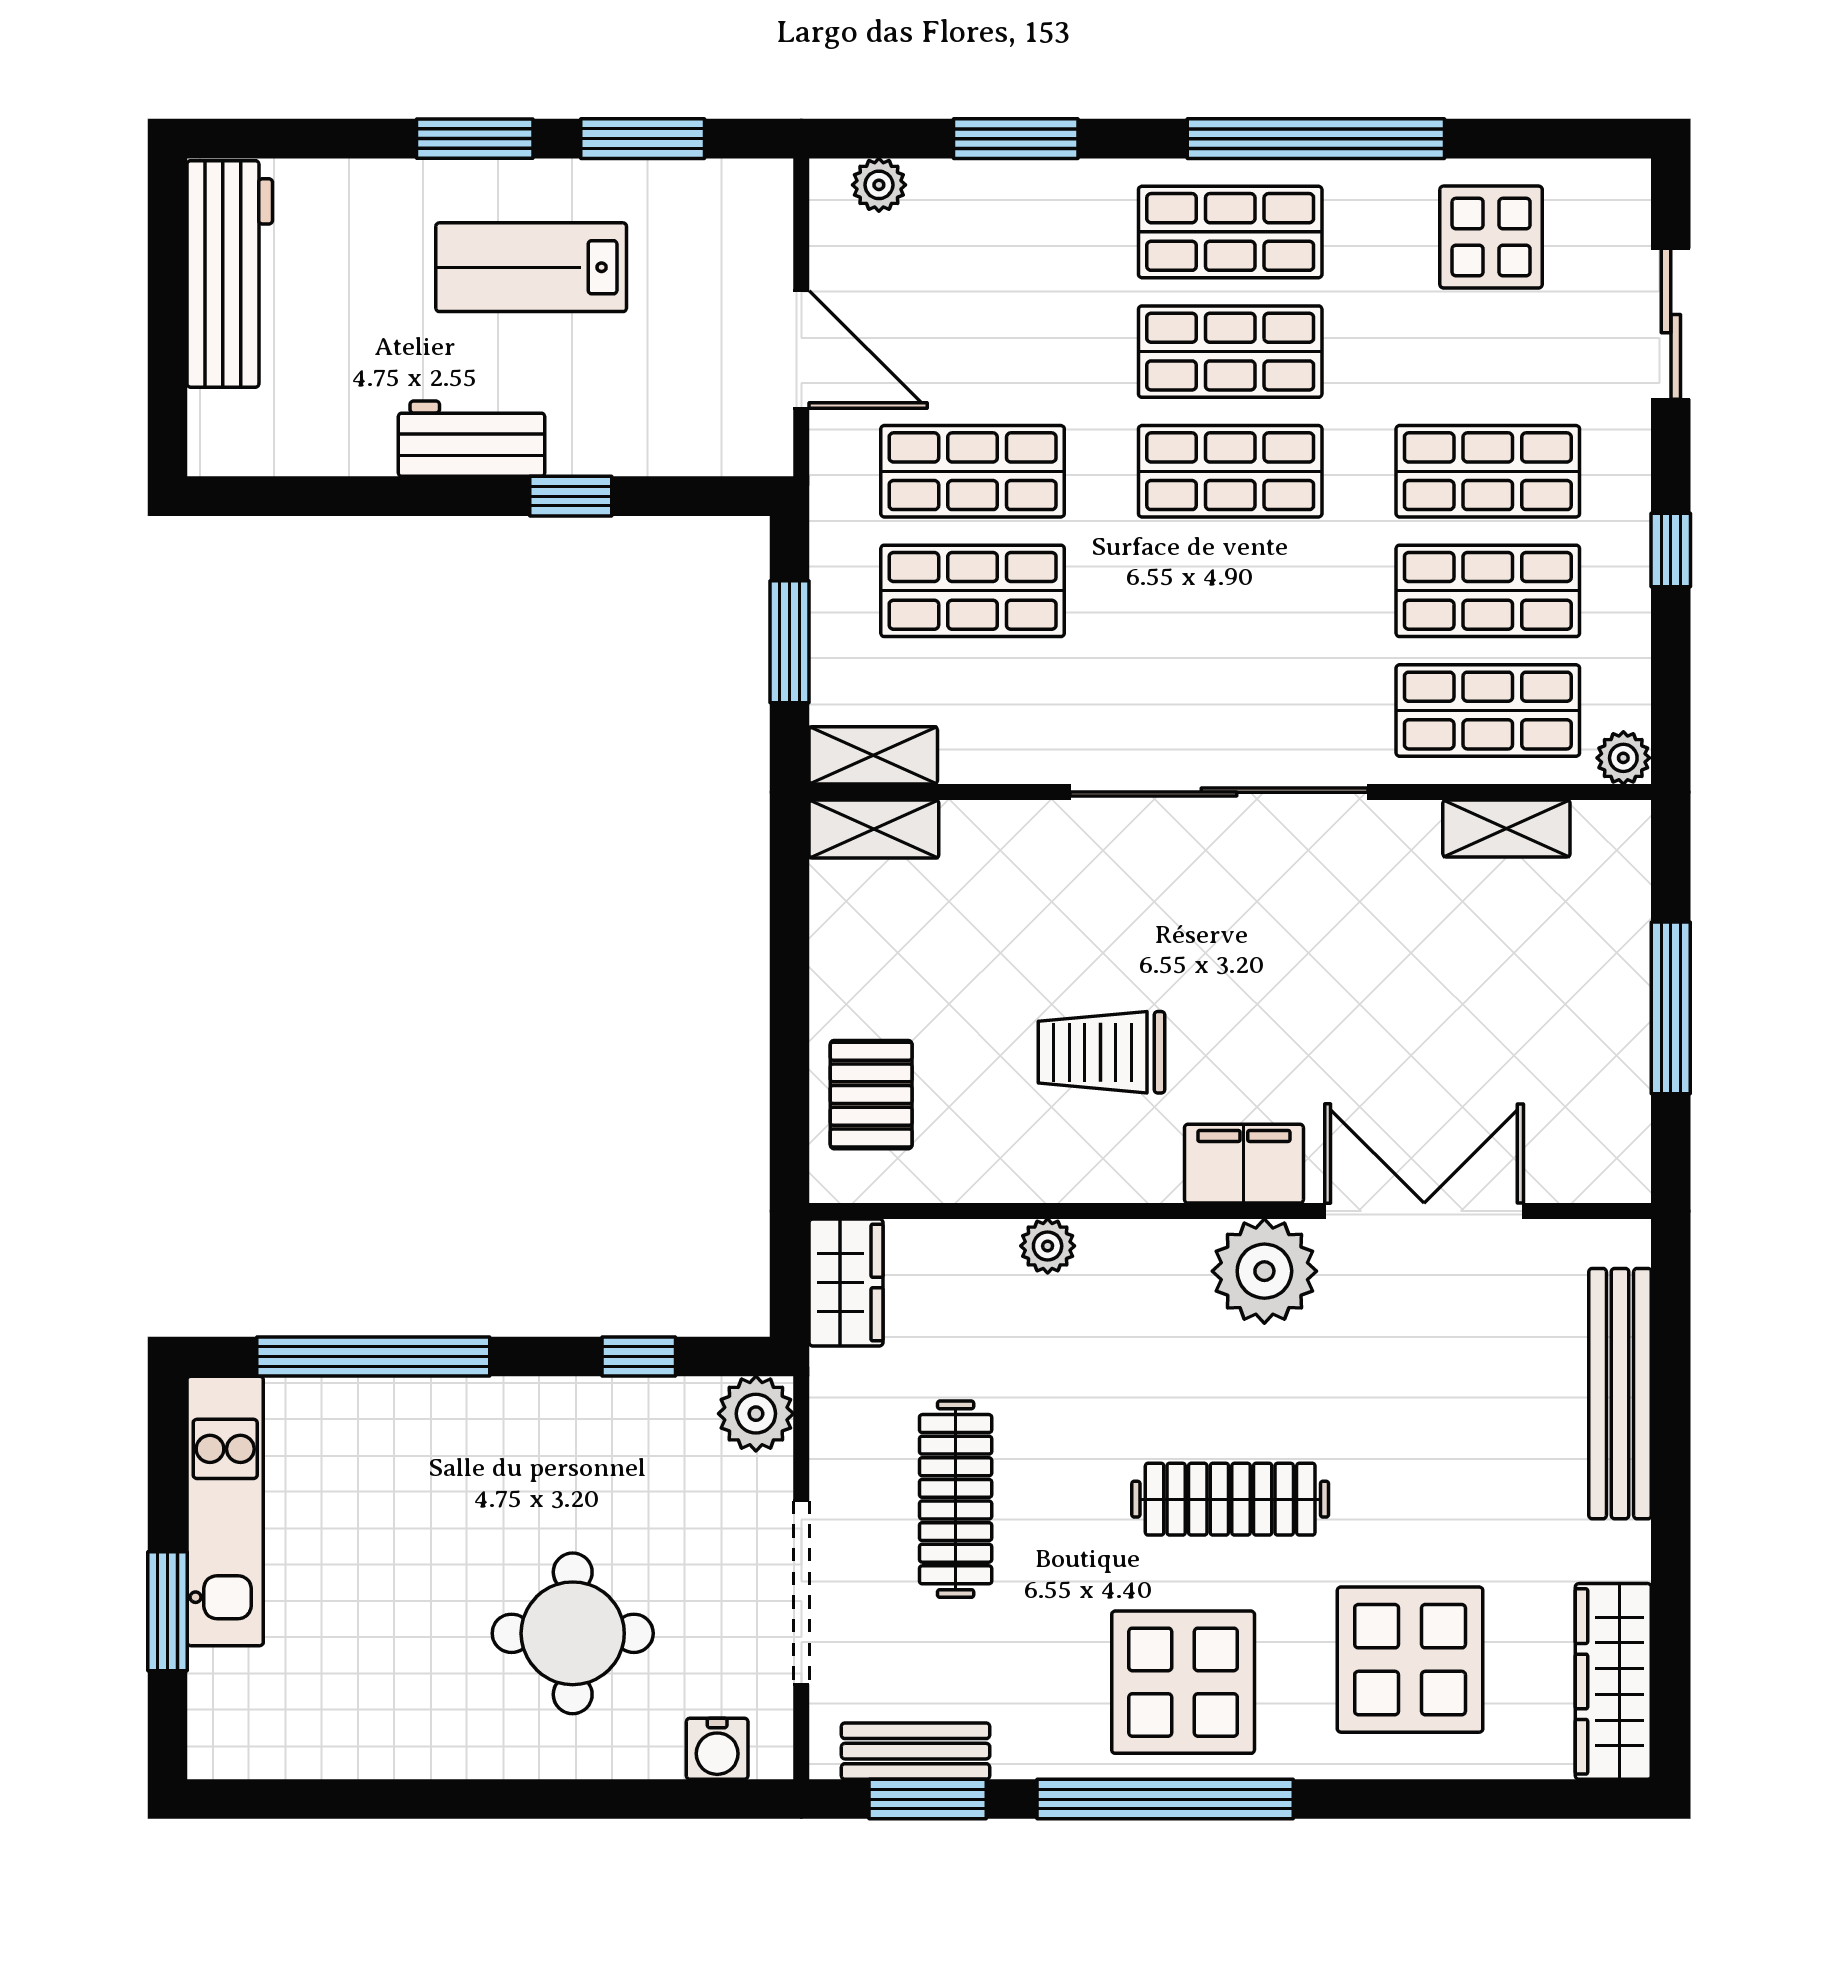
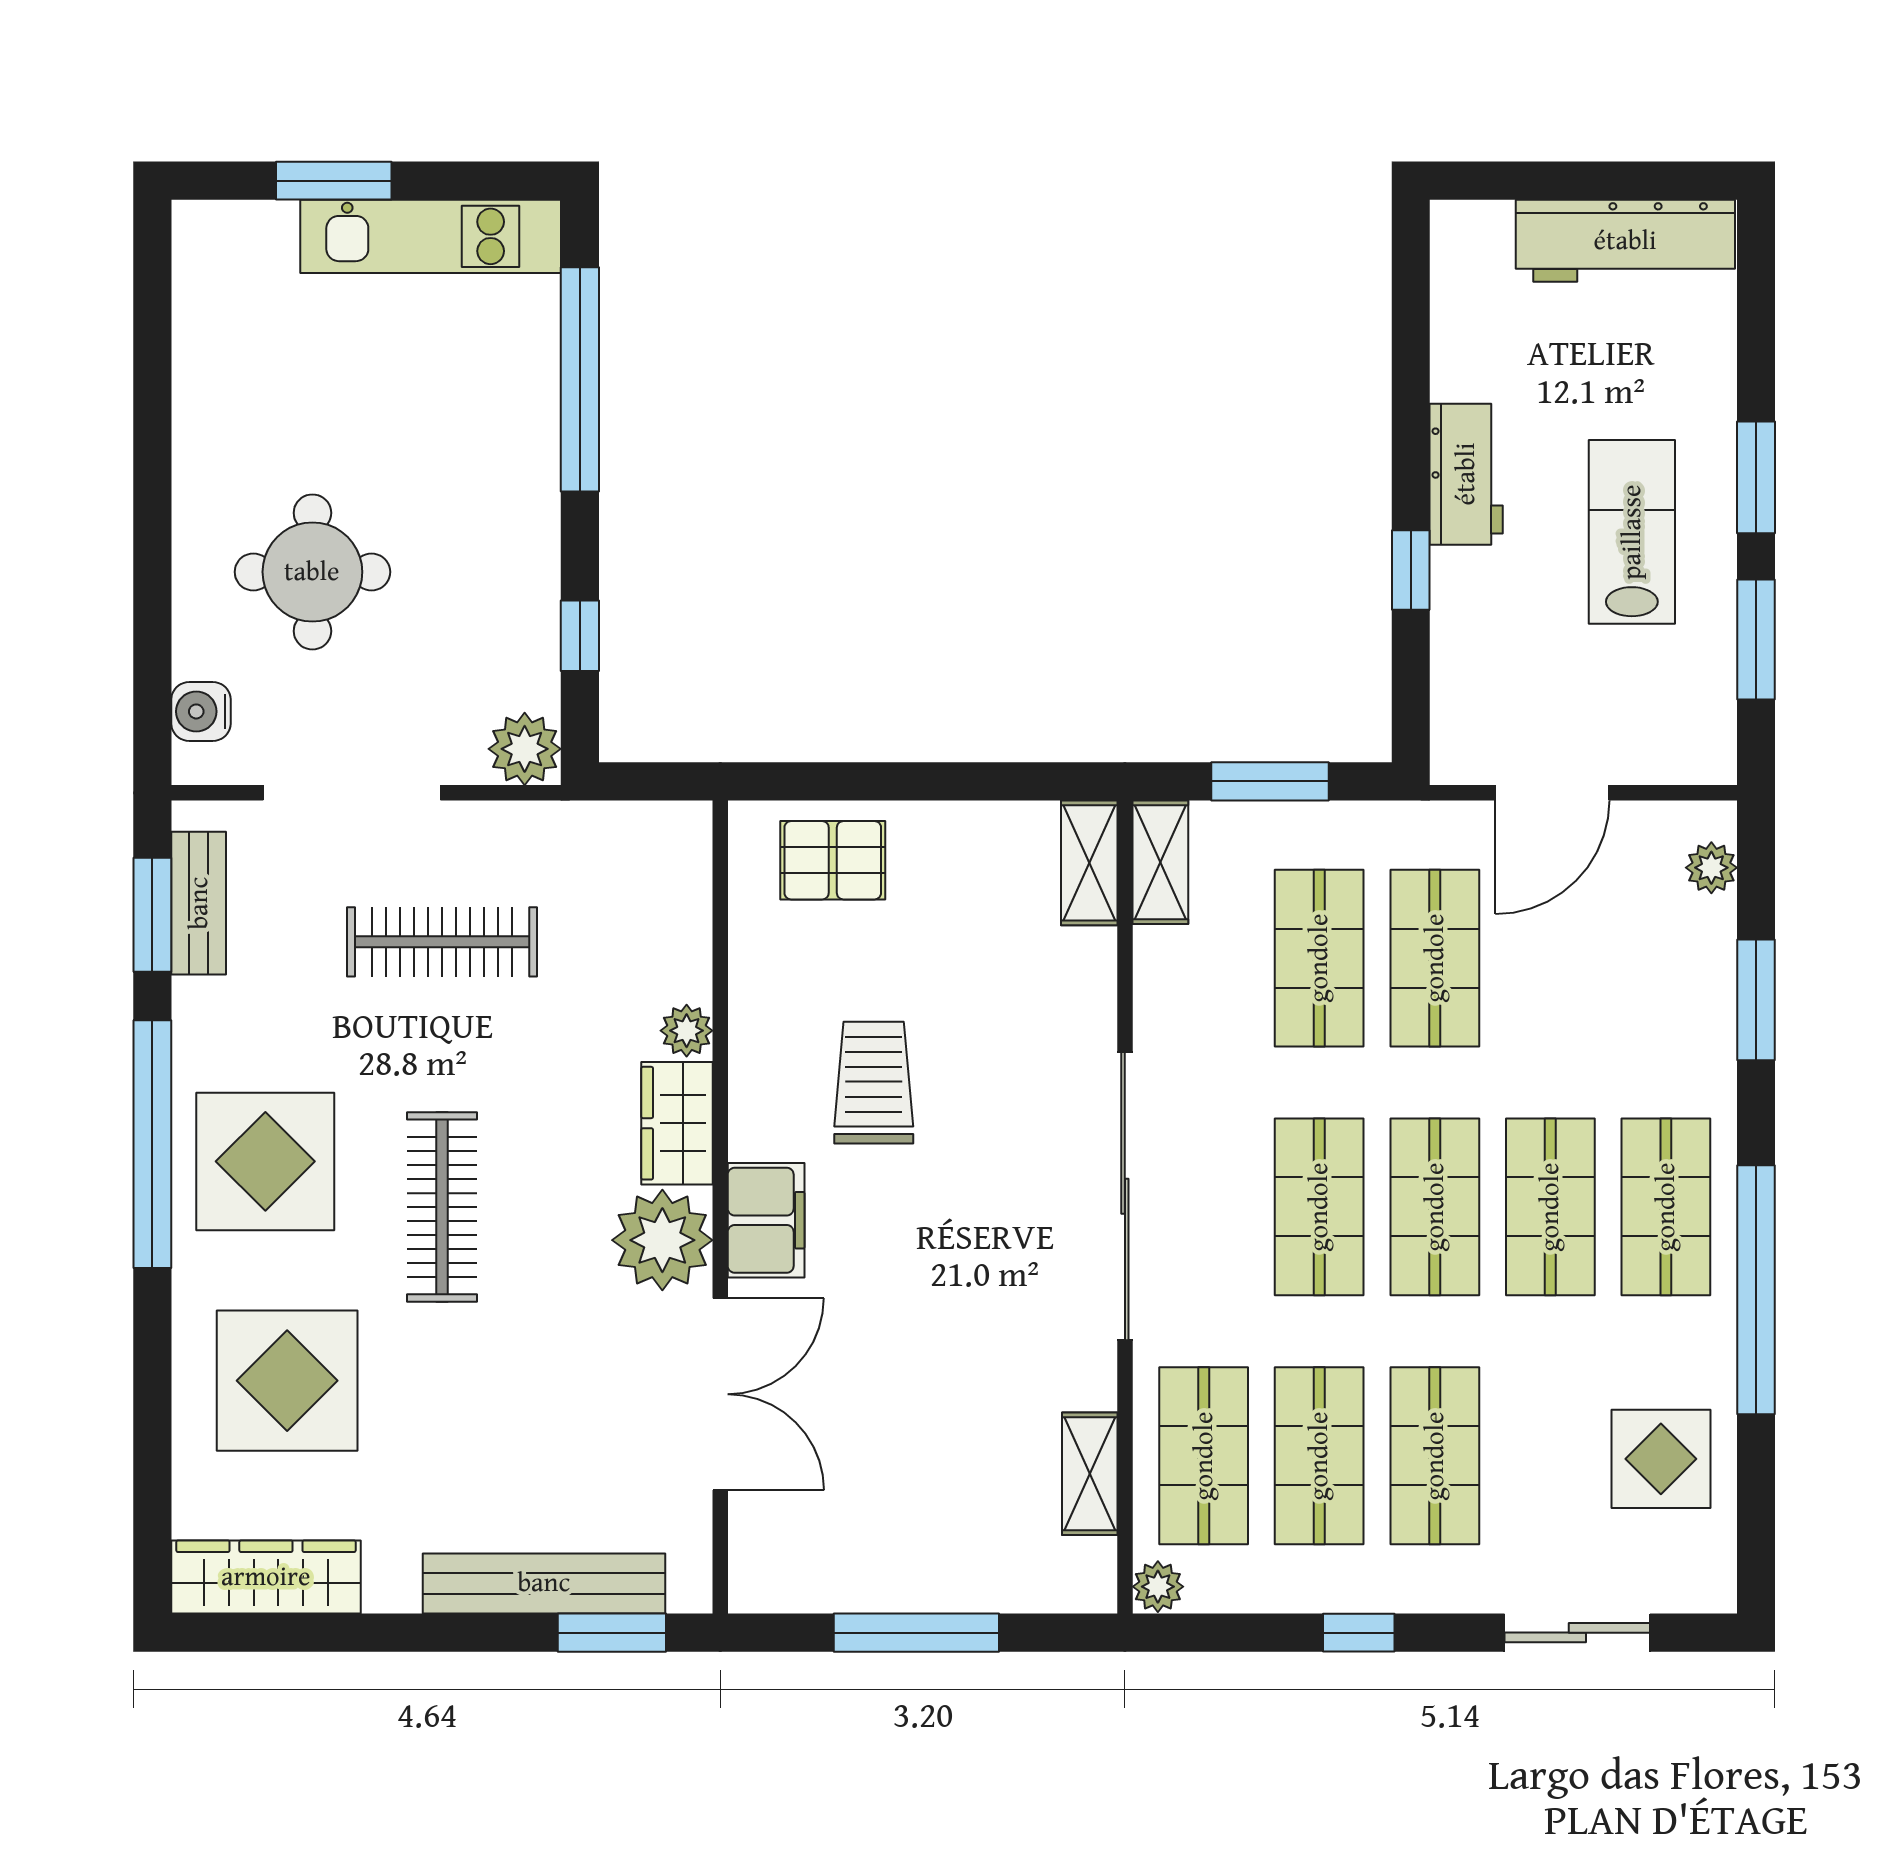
shop shelf: (1230, 591) -> (1319, 1207), added
wardrobe: (846, 1283) -> (677, 1123), moved, turned 90
window: (1671, 1323) -> (612, 1633), added

